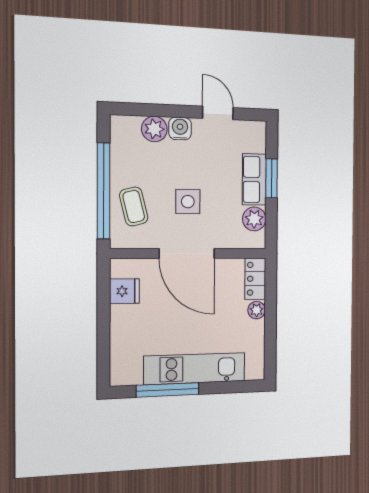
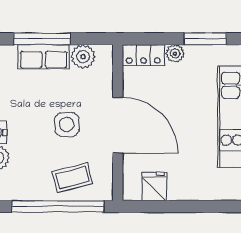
window: (272, 178) -> (42, 39), width x1.44
door: (187, 253) -> (118, 125), hinge flipped
window: (270, 339) -> (205, 39), added

